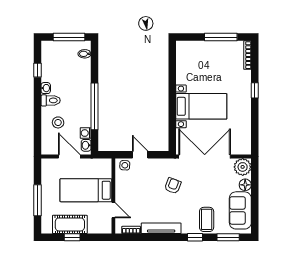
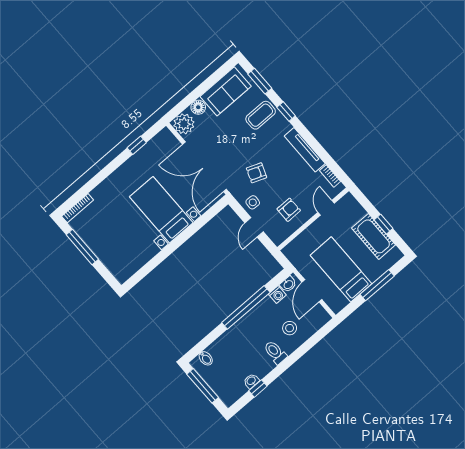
washbasin: (46, 88) -> (251, 381), moved
window: (255, 90) -> (137, 145), moved
side table: (125, 165) -> (253, 202), moved
armchair: (132, 186) -> (289, 210), added
bed: (86, 190) -> (341, 269), moved, turned 180

